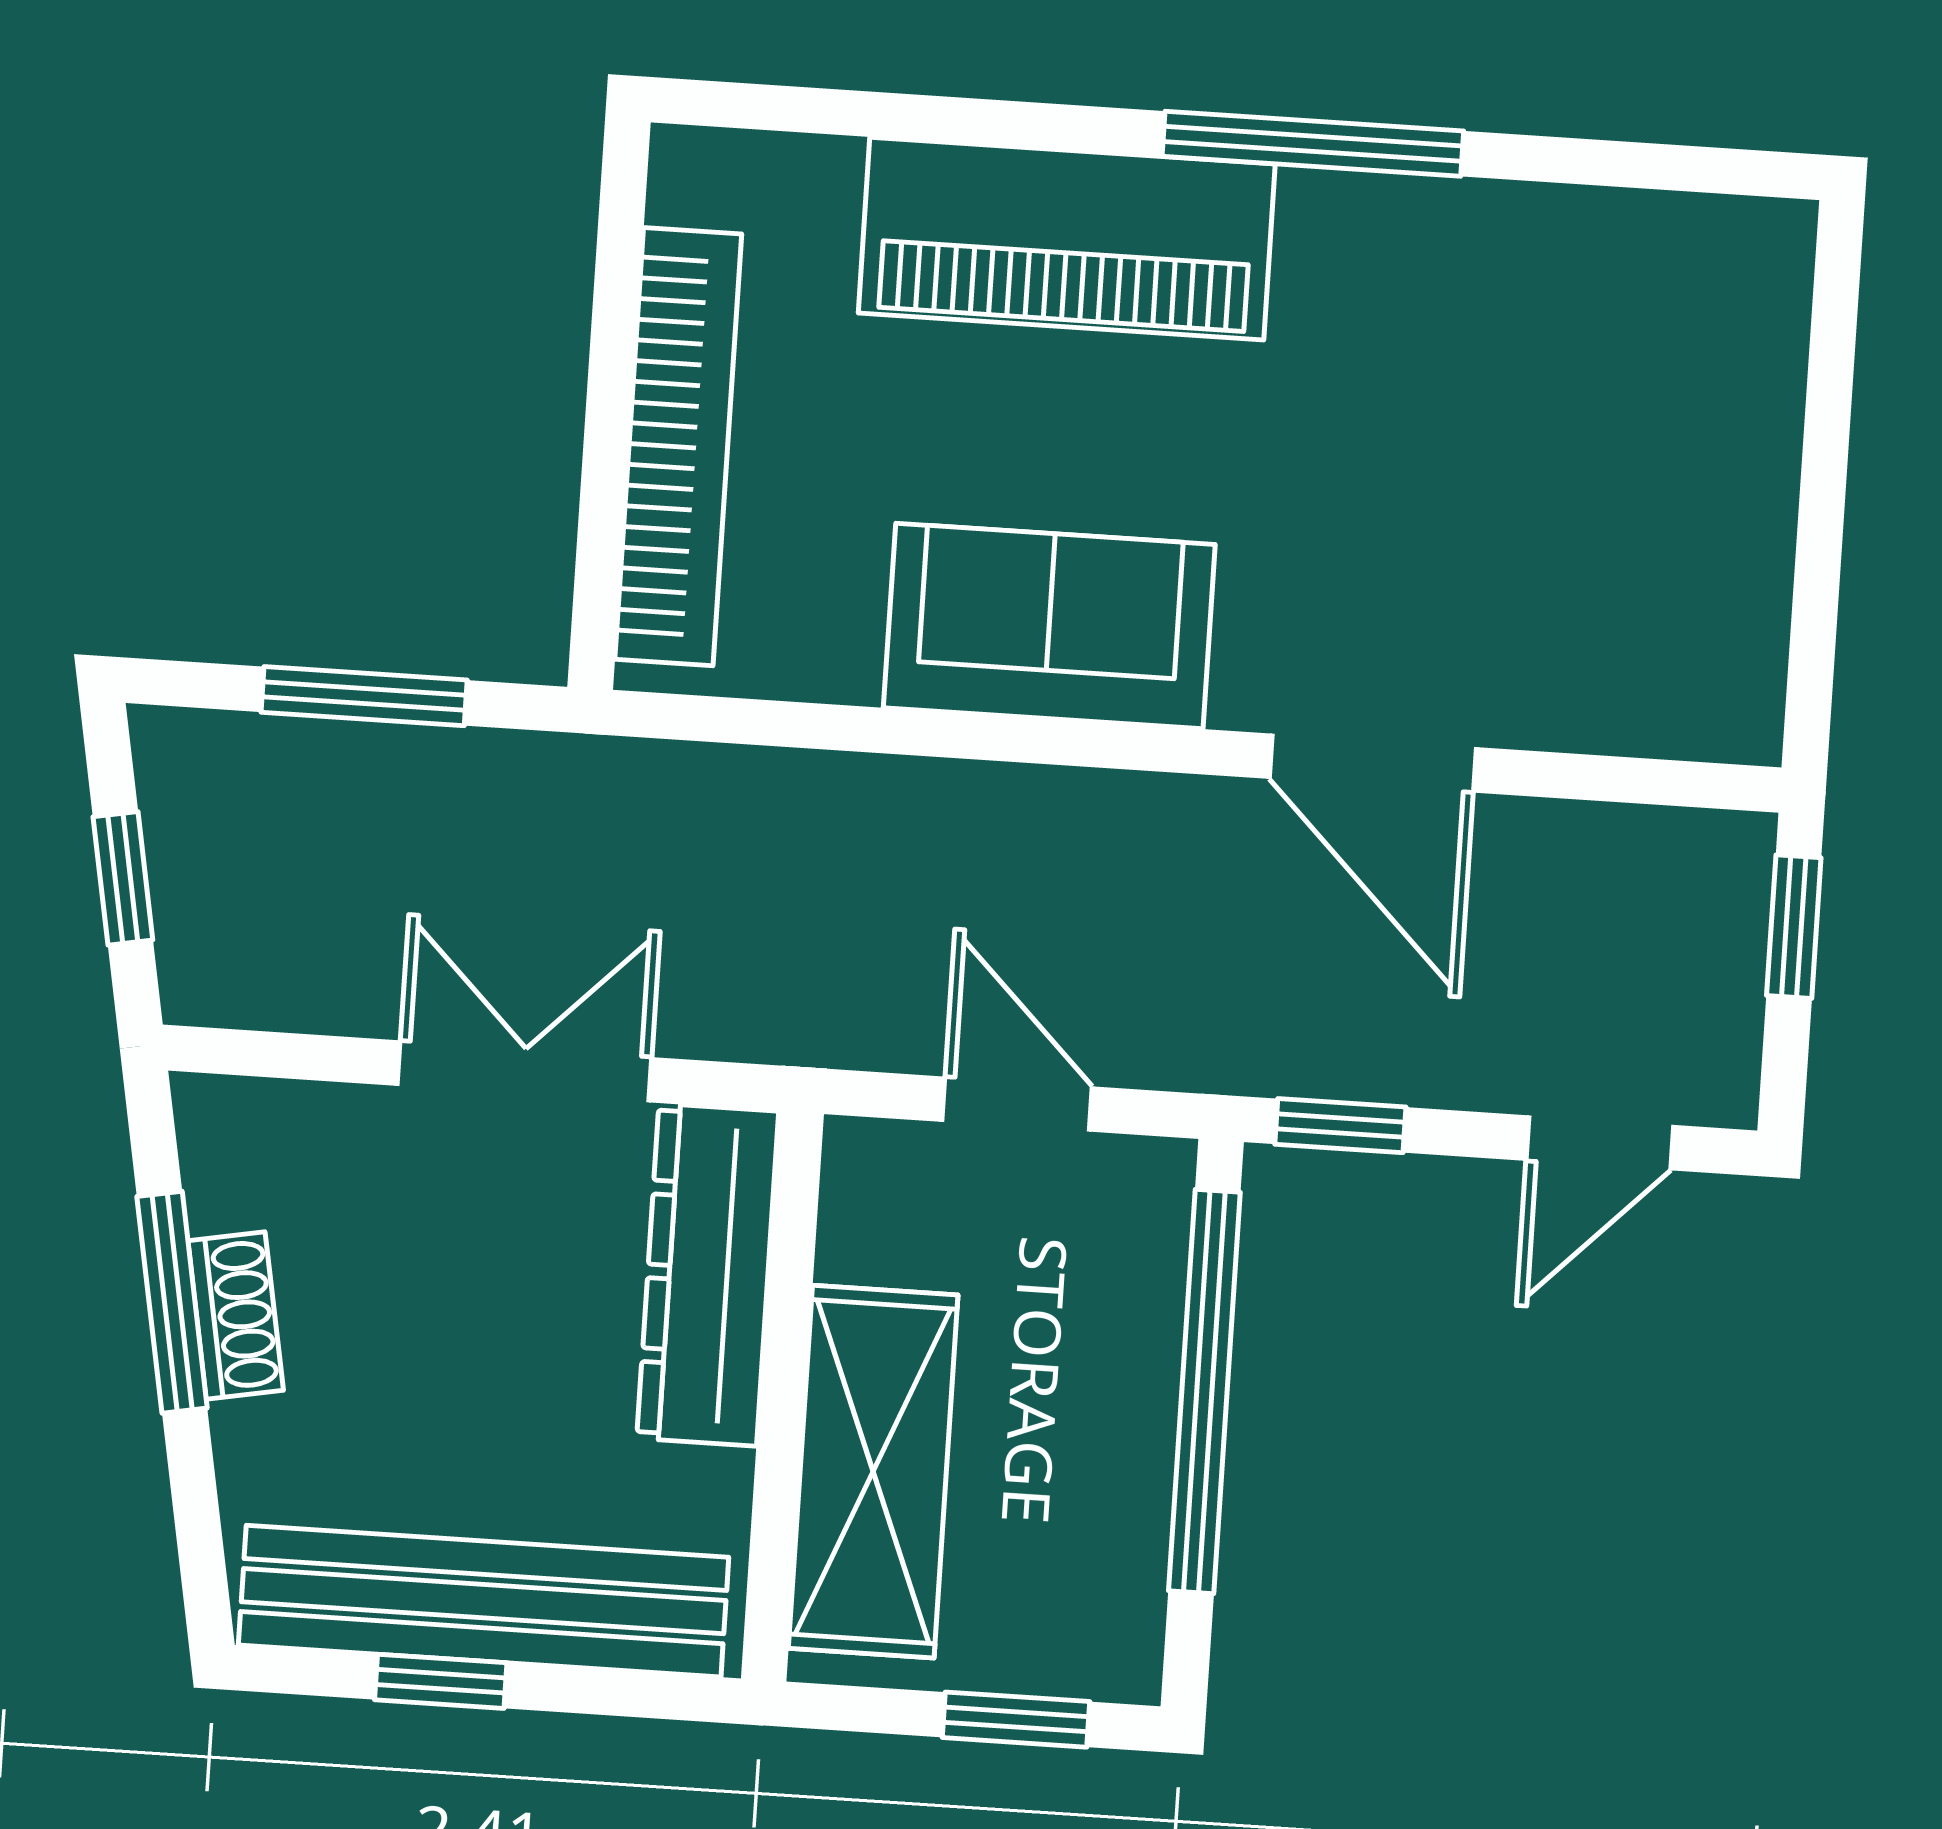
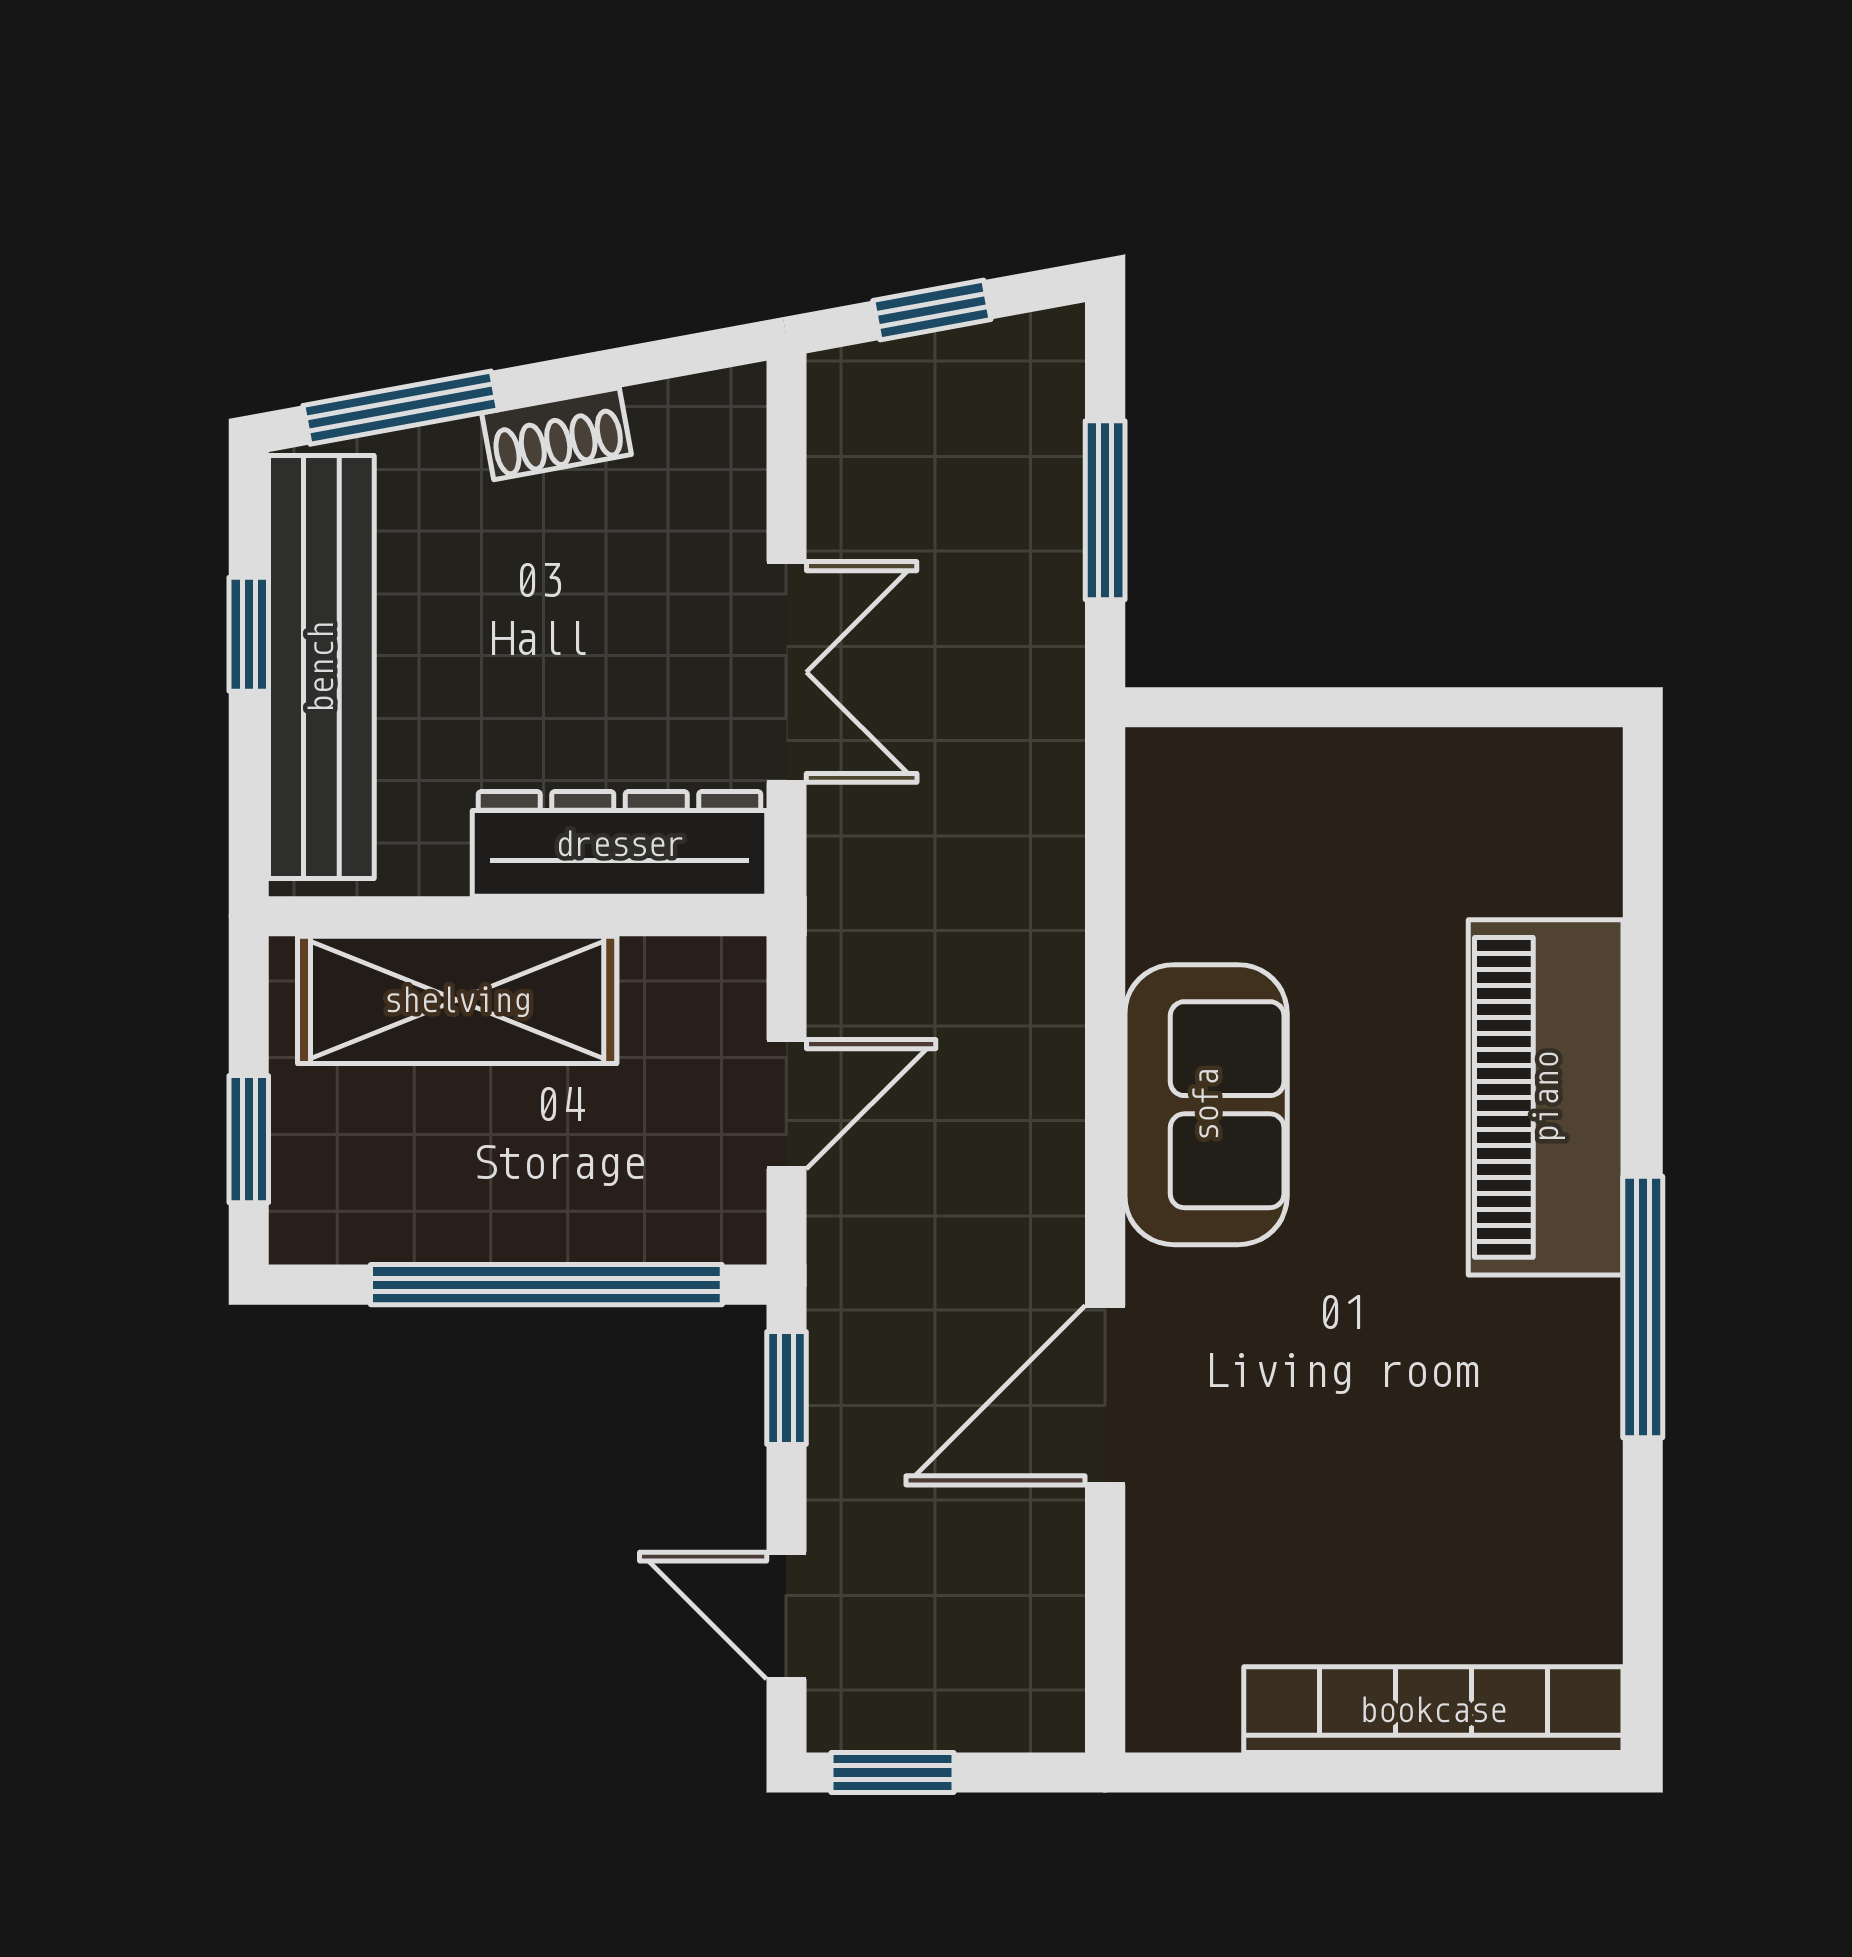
bookcase: (678, 447) -> (1433, 1710), moved, turned 180
window: (1794, 927) -> (892, 1773), moved
window: (172, 1302) -> (401, 408), moved

